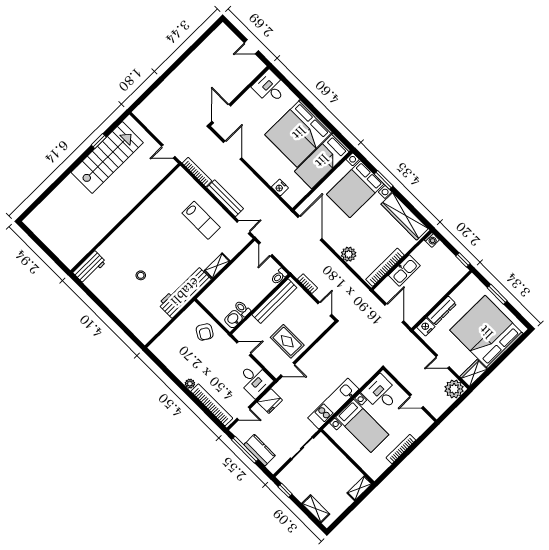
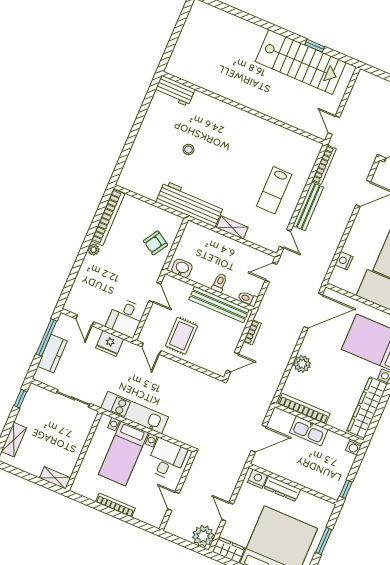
toilet: (242, 309) -> (219, 283), moved
bookcase: (212, 405) -> (108, 217), moved

